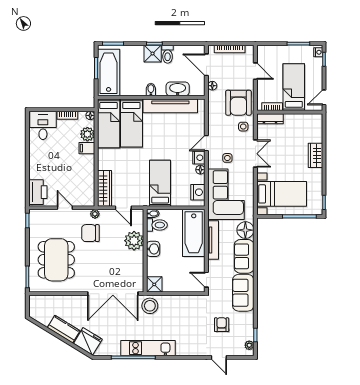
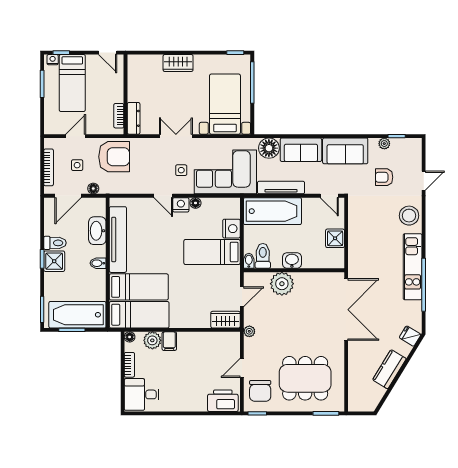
bed: (294, 87) -> (72, 83), moved, turned -90
side table: (243, 127) -> (77, 165), moved
wardrobe: (104, 188) -> (225, 320), width x0.67
nightstand: (198, 192) -> (231, 229), moved, turned 90
chair: (90, 233) -> (260, 391), moved
door: (206, 280) -> (329, 196), hinge flipped
shower: (154, 284) -> (335, 238), moved
stool: (150, 306) -> (409, 216), moved
fridge: (88, 341) -> (410, 336), width x0.53, depth x0.75
plant: (249, 345) -> (384, 144), moved

